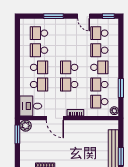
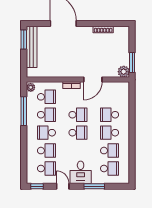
window: (121, 88) -> (24, 111), width x1.44
desk: (31, 106) -> (81, 172), moved, turned 90
door: (55, 118) -> (93, 80), swing flipped

